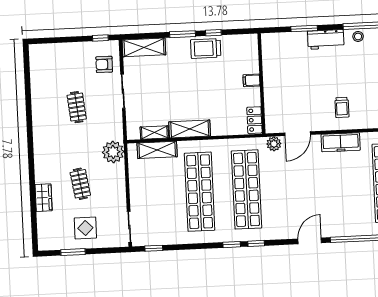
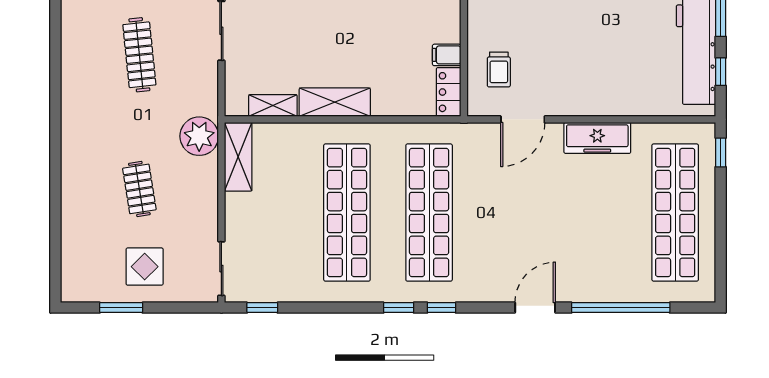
filing cabinet: (251, 80) -> (447, 55), moved
clothes rail: (77, 107) -> (139, 55), width x1.36
trolley: (342, 107) -> (499, 69), moved
plant: (274, 144) -> (481, 135), removed
shelving: (157, 150) -> (238, 157), moved, turned 90
wardrobe: (44, 198) -> (74, 210), removed

